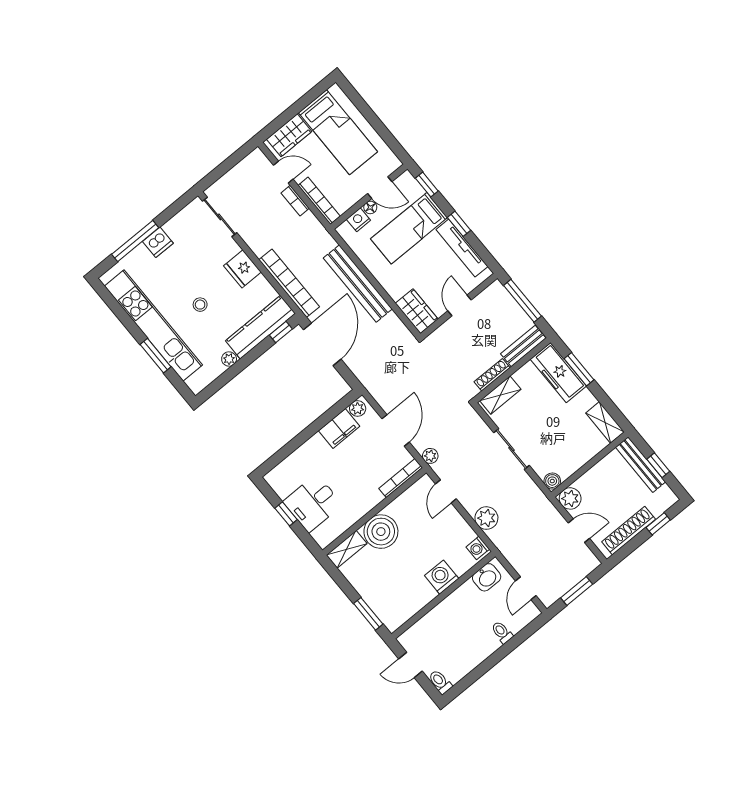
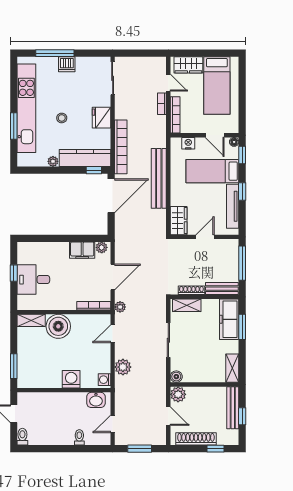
floor lamp: (370, 207) -> (234, 142), moved

